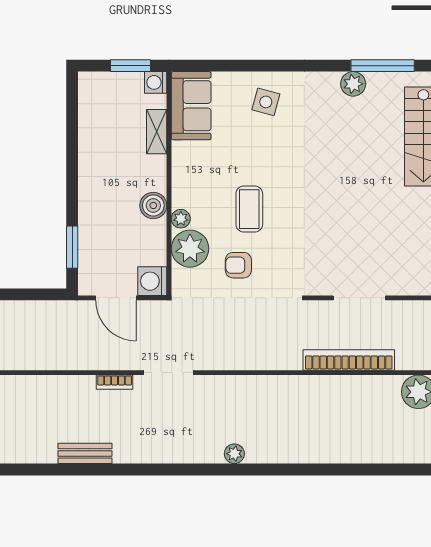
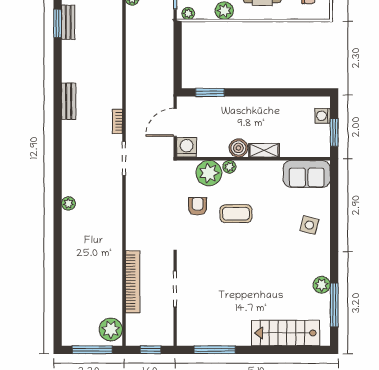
washing machine: (156, 82) -> (323, 116), moved, turned -90
shelving: (157, 132) -> (264, 150), moved

